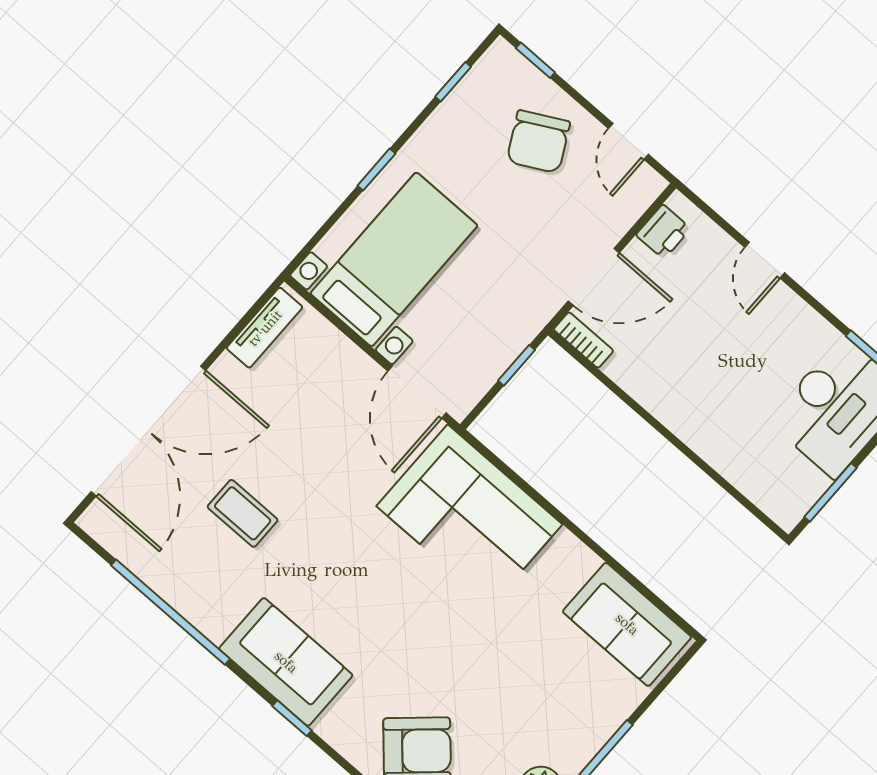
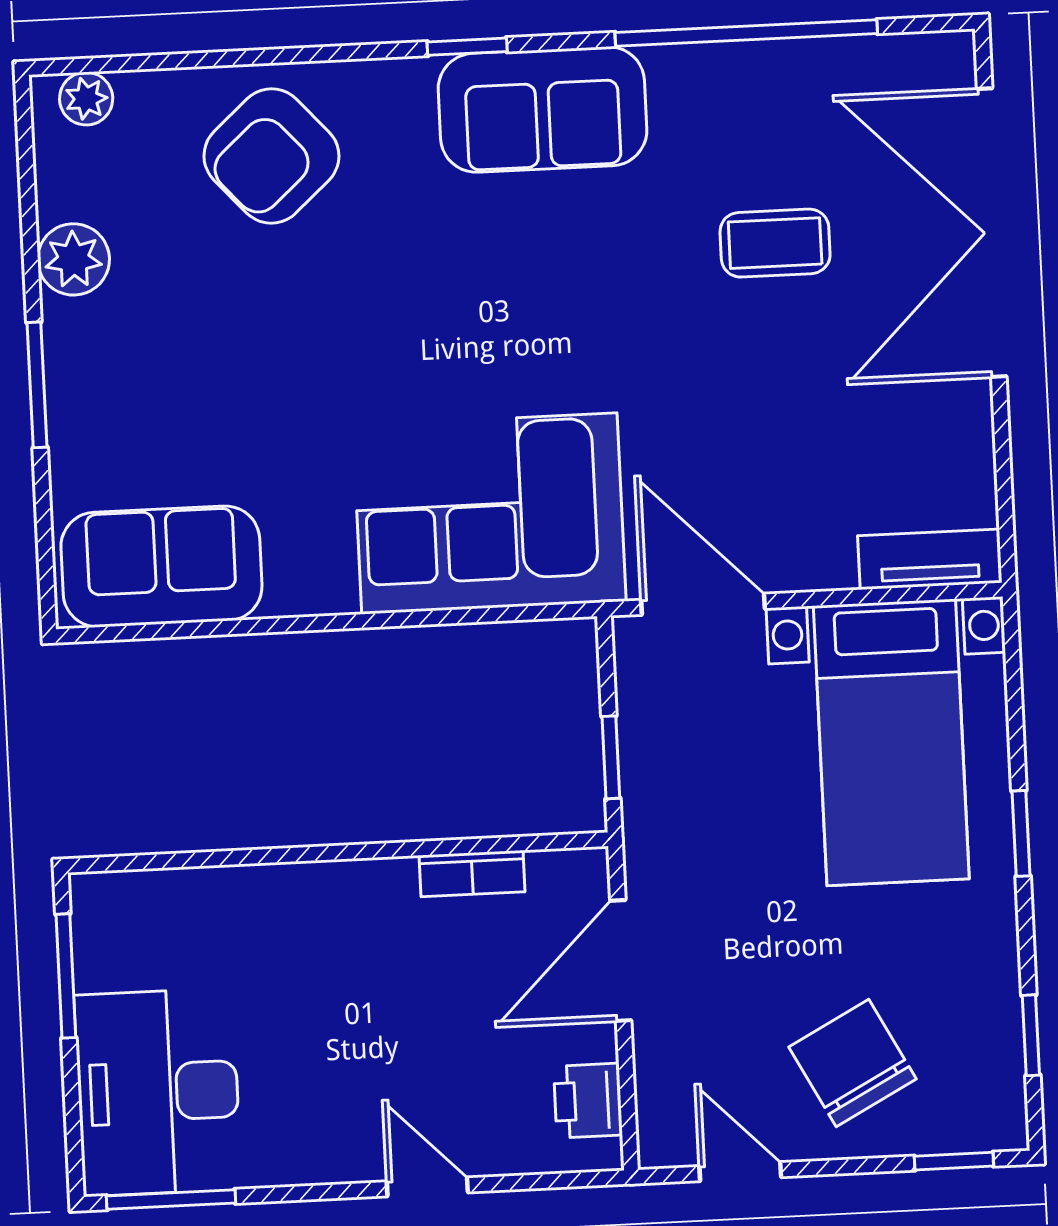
tv unit: (265, 328) -> (930, 559), moved, turned 90
bookcase: (584, 340) -> (472, 874), moved

